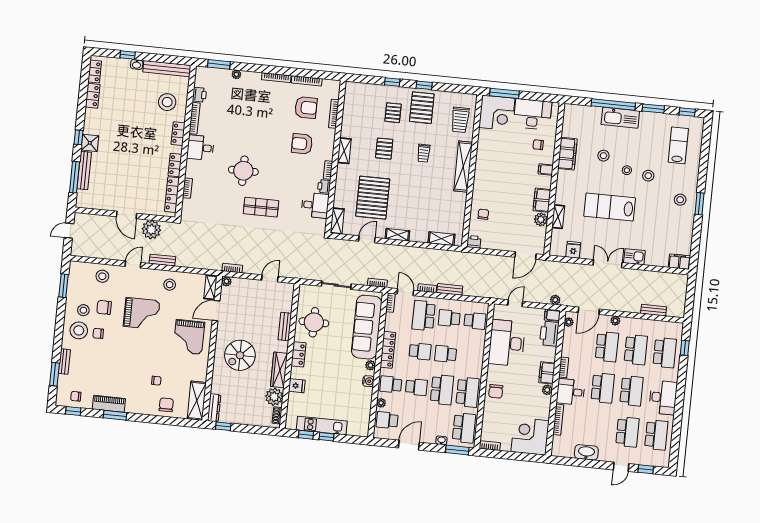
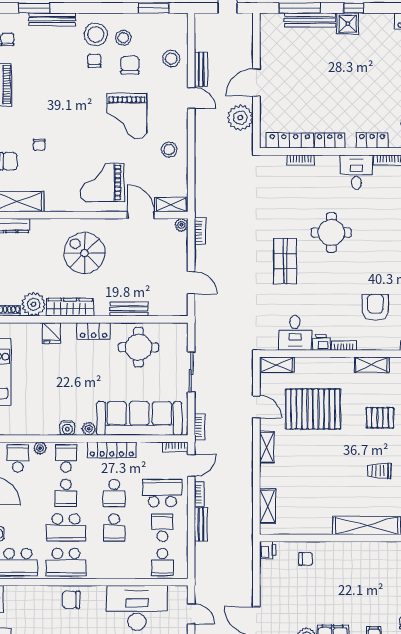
bench: (162, 260) -> (201, 69), moved
school desk: (446, 354) -> (114, 528), turned 180
bench: (64, 362) -> (52, 19), width x1.36

